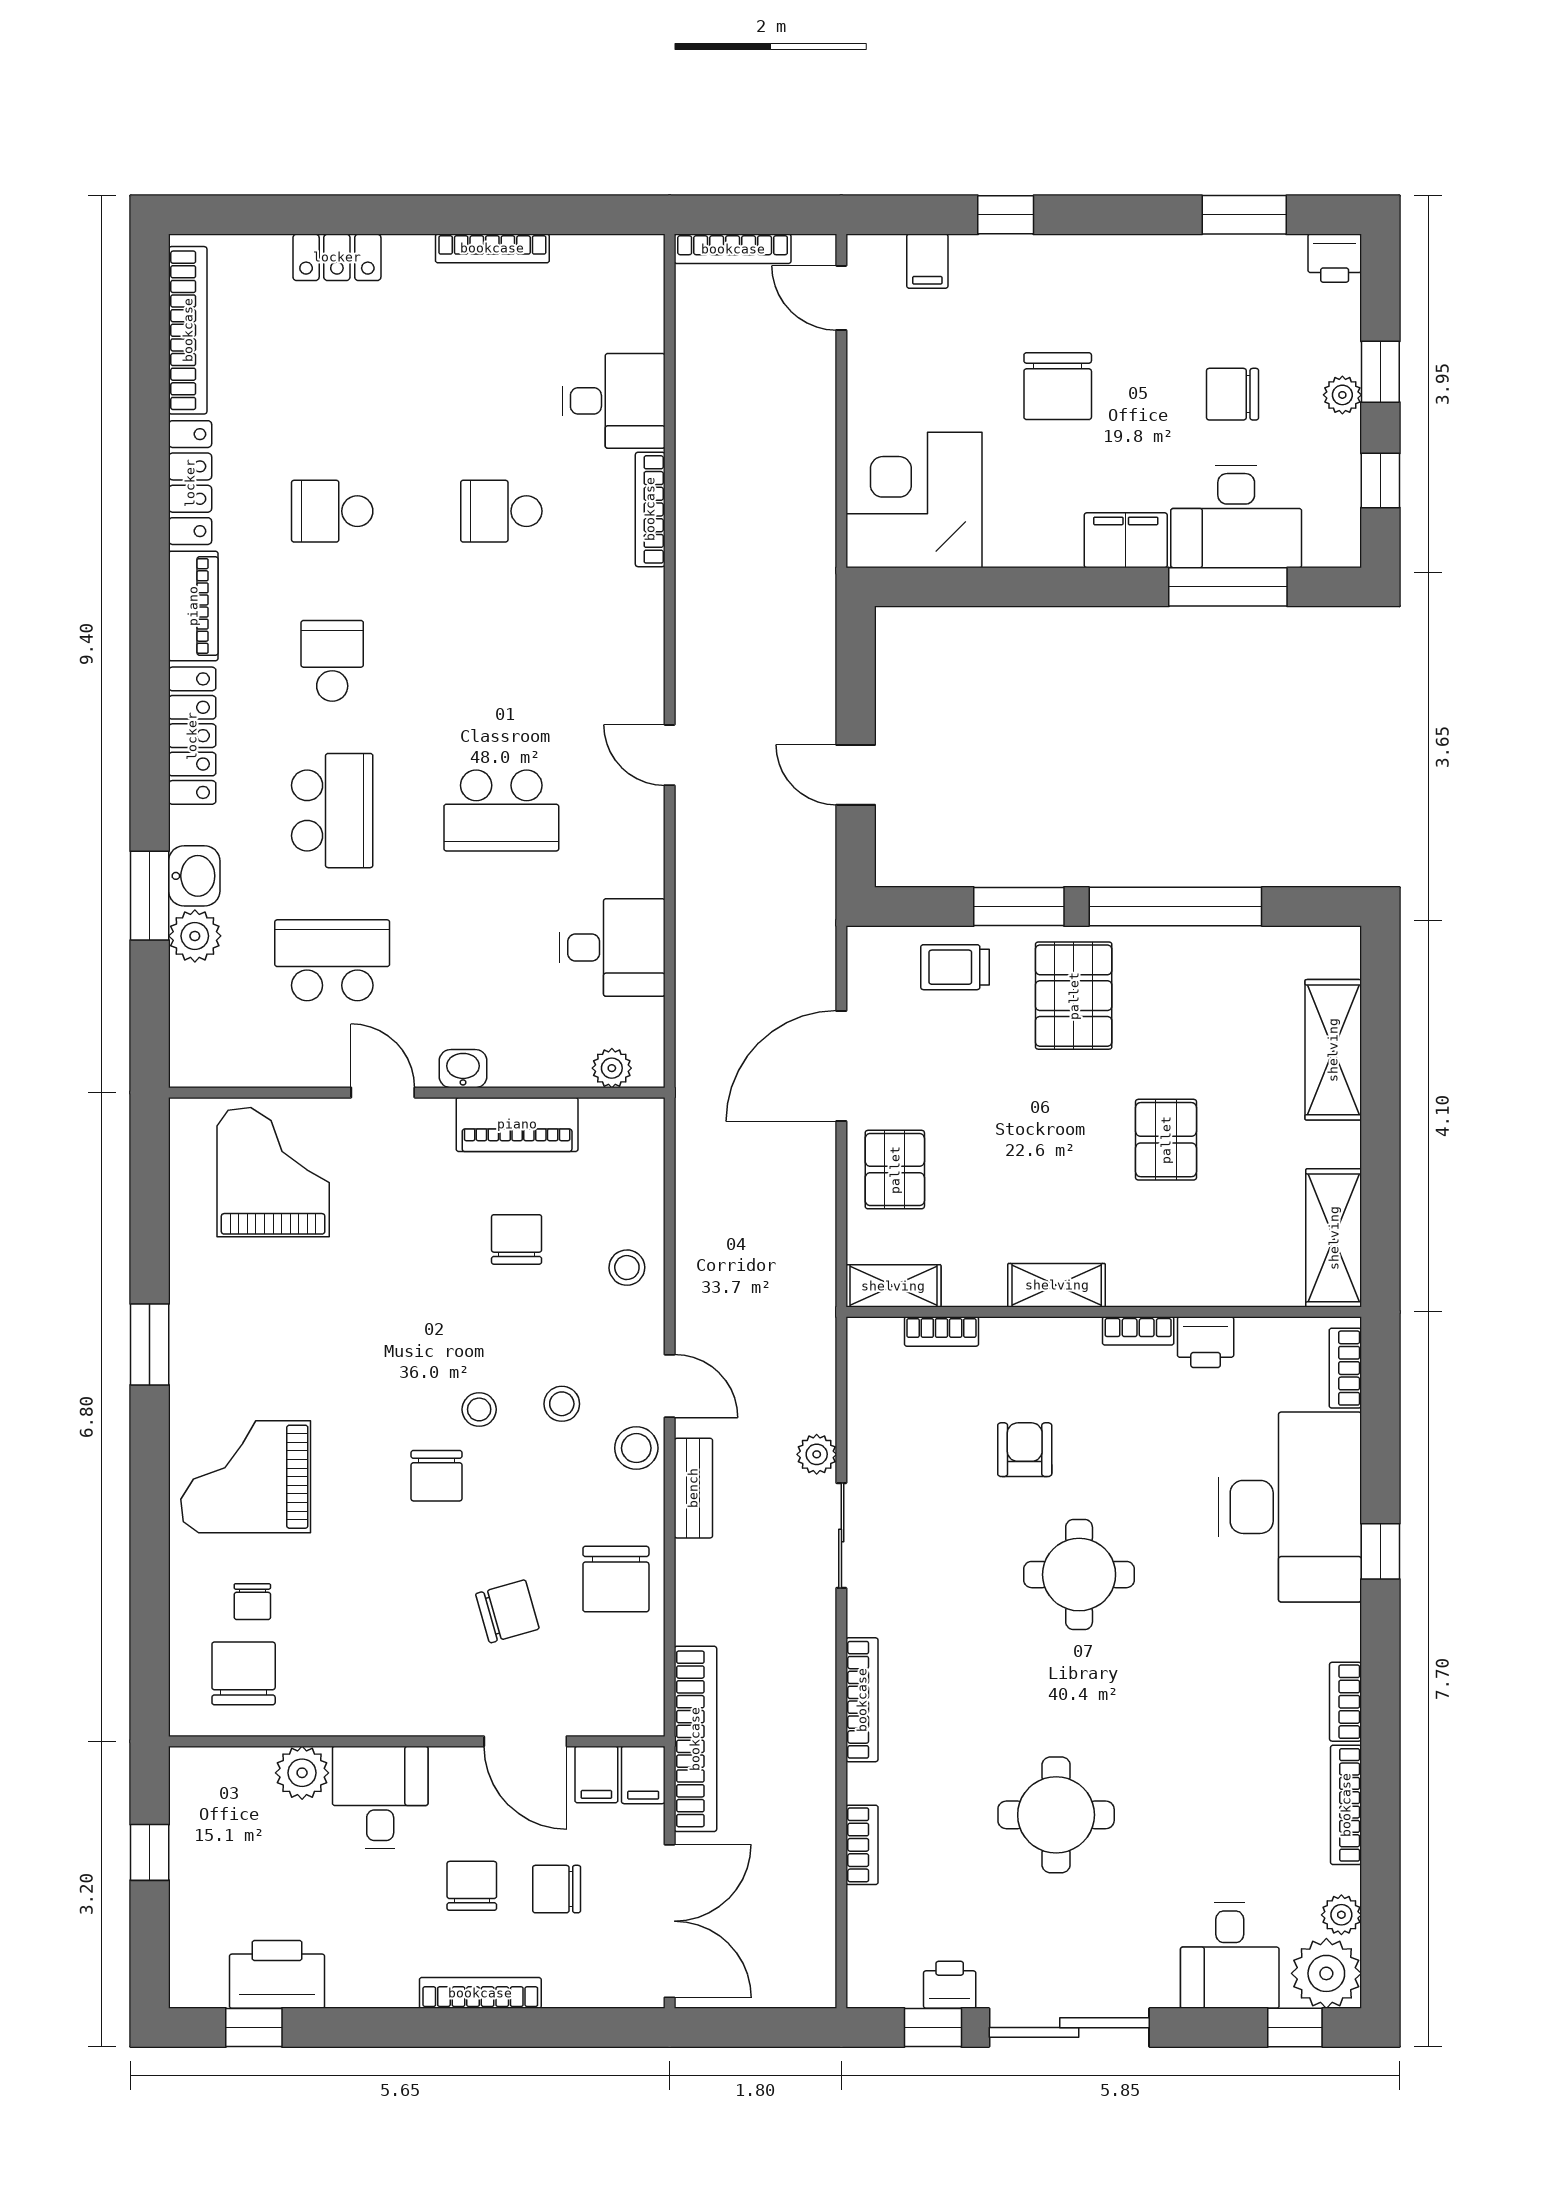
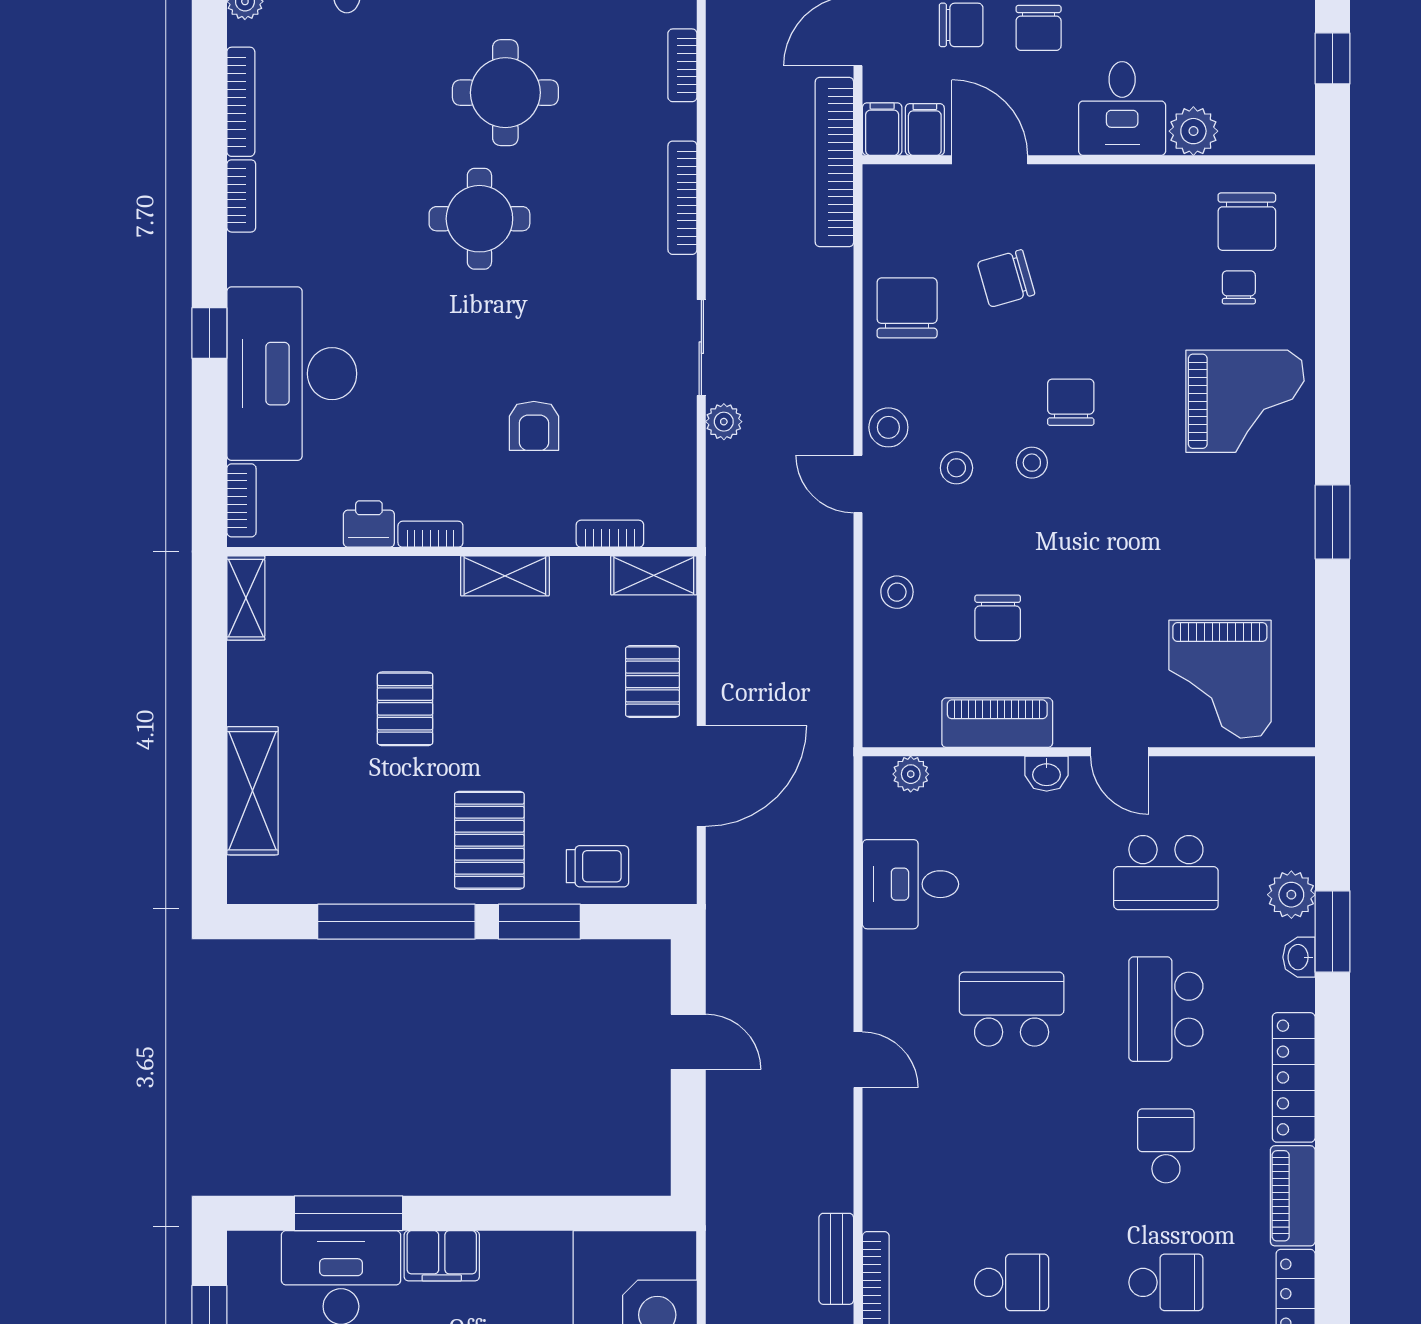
school desk: (332, 661) -> (1166, 1146), turned 180
washbasin: (194, 876) -> (1299, 957), width x0.72, depth x0.69
shelving: (1334, 1238) -> (246, 598), width x0.67, depth x0.75
bench: (693, 1488) -> (836, 1259), moved
round table: (1079, 1575) -> (479, 219), moved

